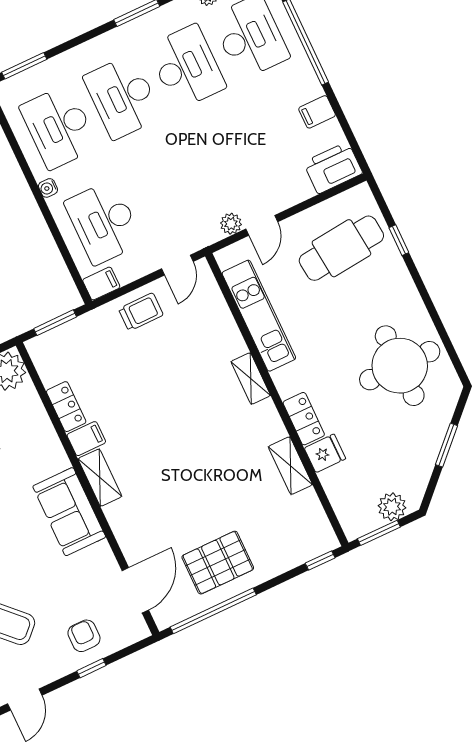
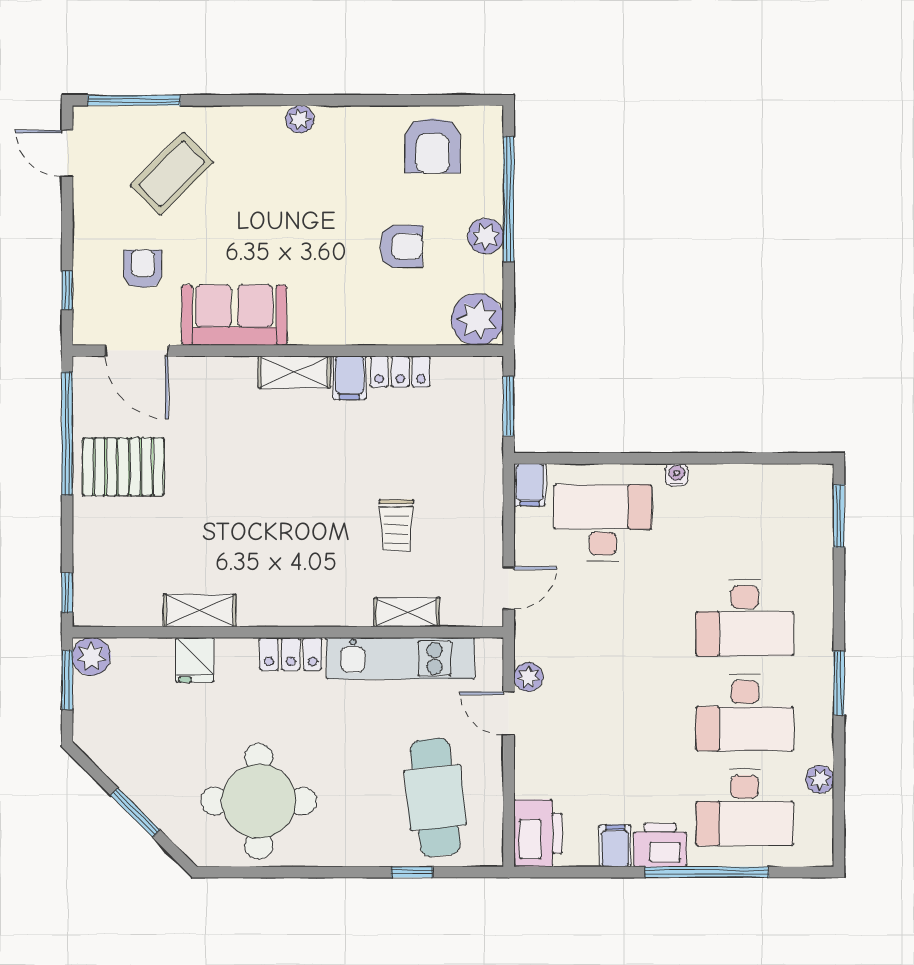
printer: (302, 82) -> (660, 845), added
desk: (123, 97) -> (745, 618), turned 180
desk: (59, 127) -> (745, 523), removed
door: (177, 265) -> (509, 588), swing flipped
trolley: (141, 312) -> (397, 526), moved
shelving: (251, 378) -> (407, 612), moved
locker: (304, 419) -> (291, 654), moved
plant: (392, 507) -> (91, 656), moved
sofa: (69, 512) -> (234, 315), moved
pallet: (218, 563) -> (123, 467), turned 90
armchair: (84, 636) -> (143, 269), moved, turned -90
window: (91, 668) -> (67, 290), moved

